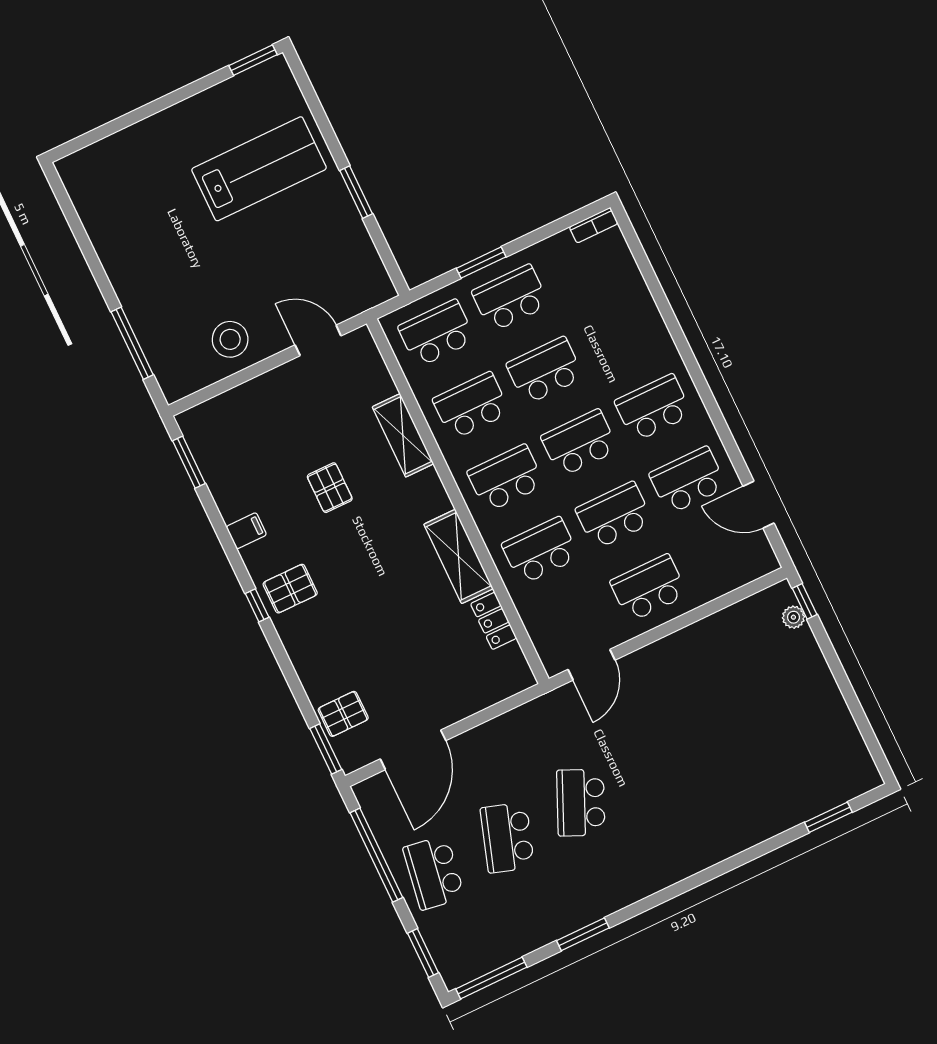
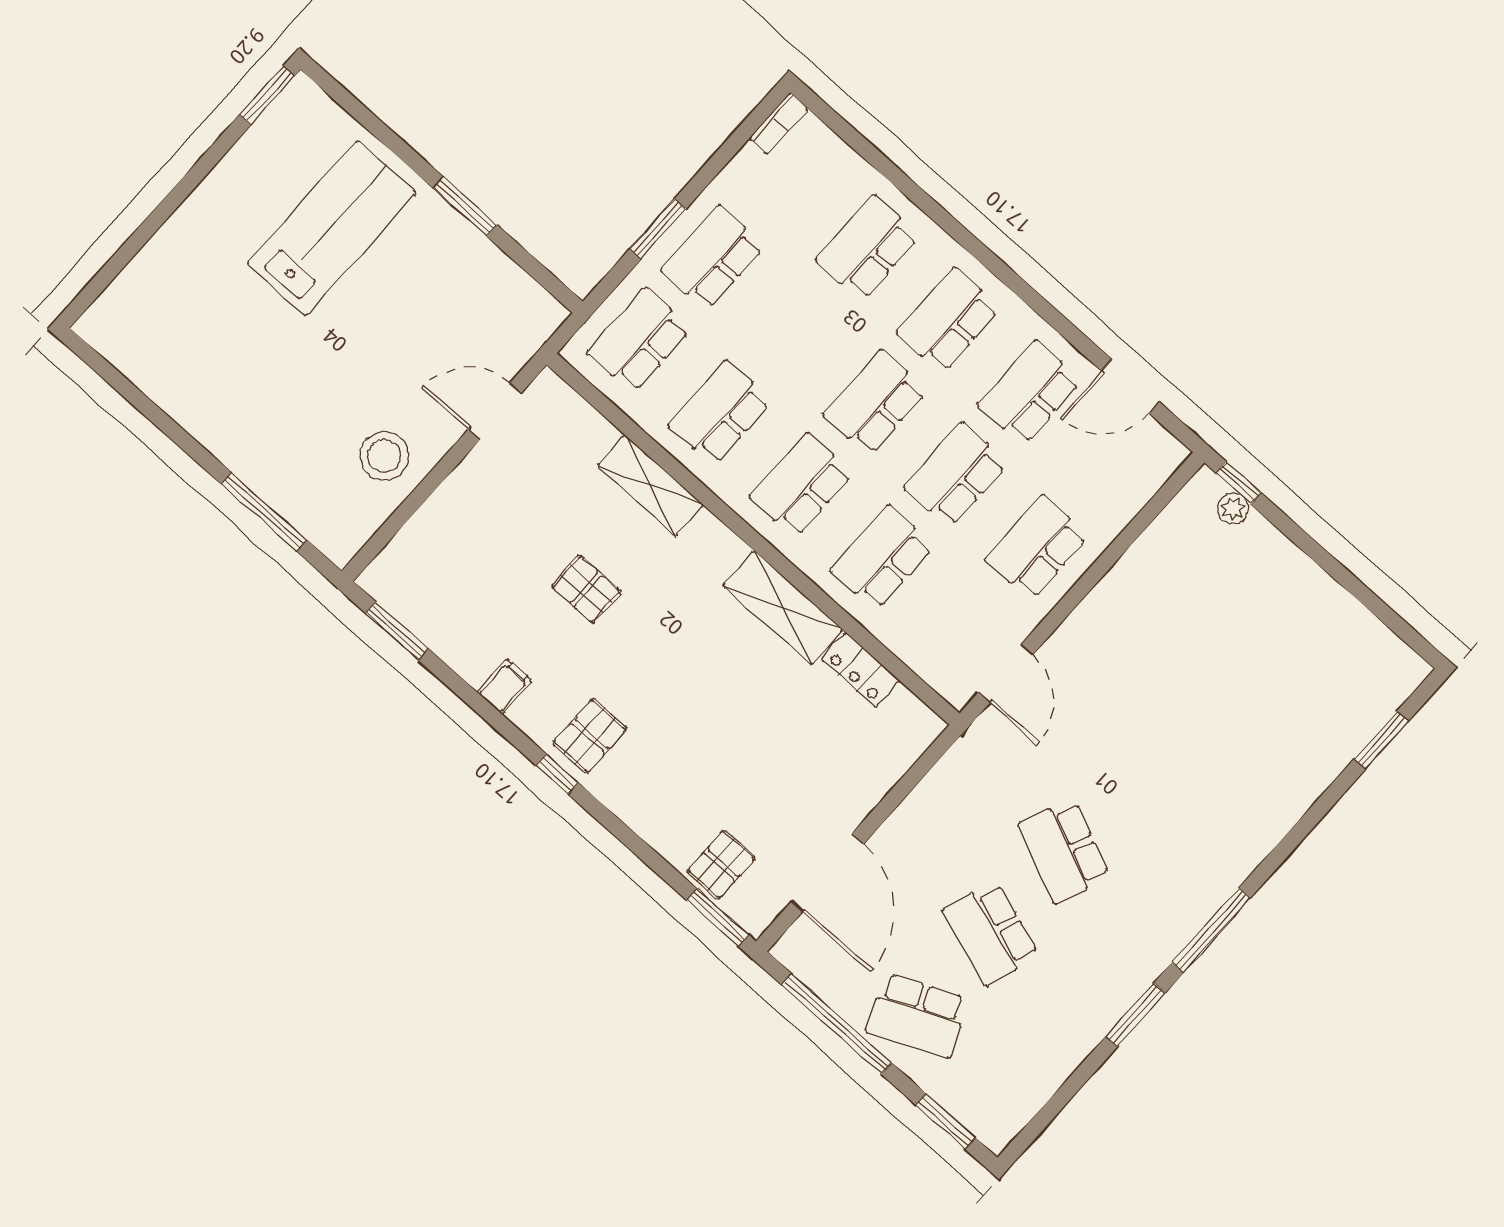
school desk: (545, 371) -> (868, 248), moved
school desk: (434, 873) -> (917, 1015), turned -33
window: (491, 978) -> (1211, 930), moved

